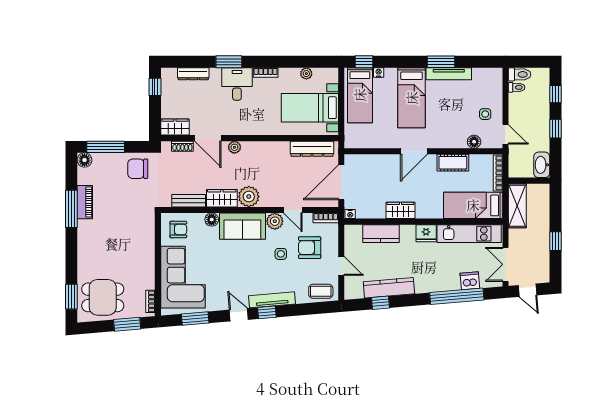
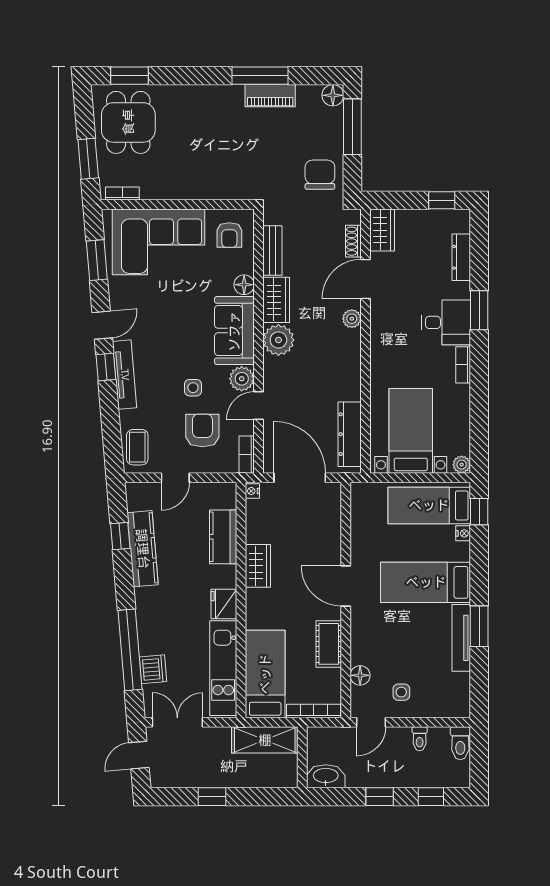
plant: (306, 74) -> (462, 465), moved
toilet: (517, 87) -> (420, 739), moved

